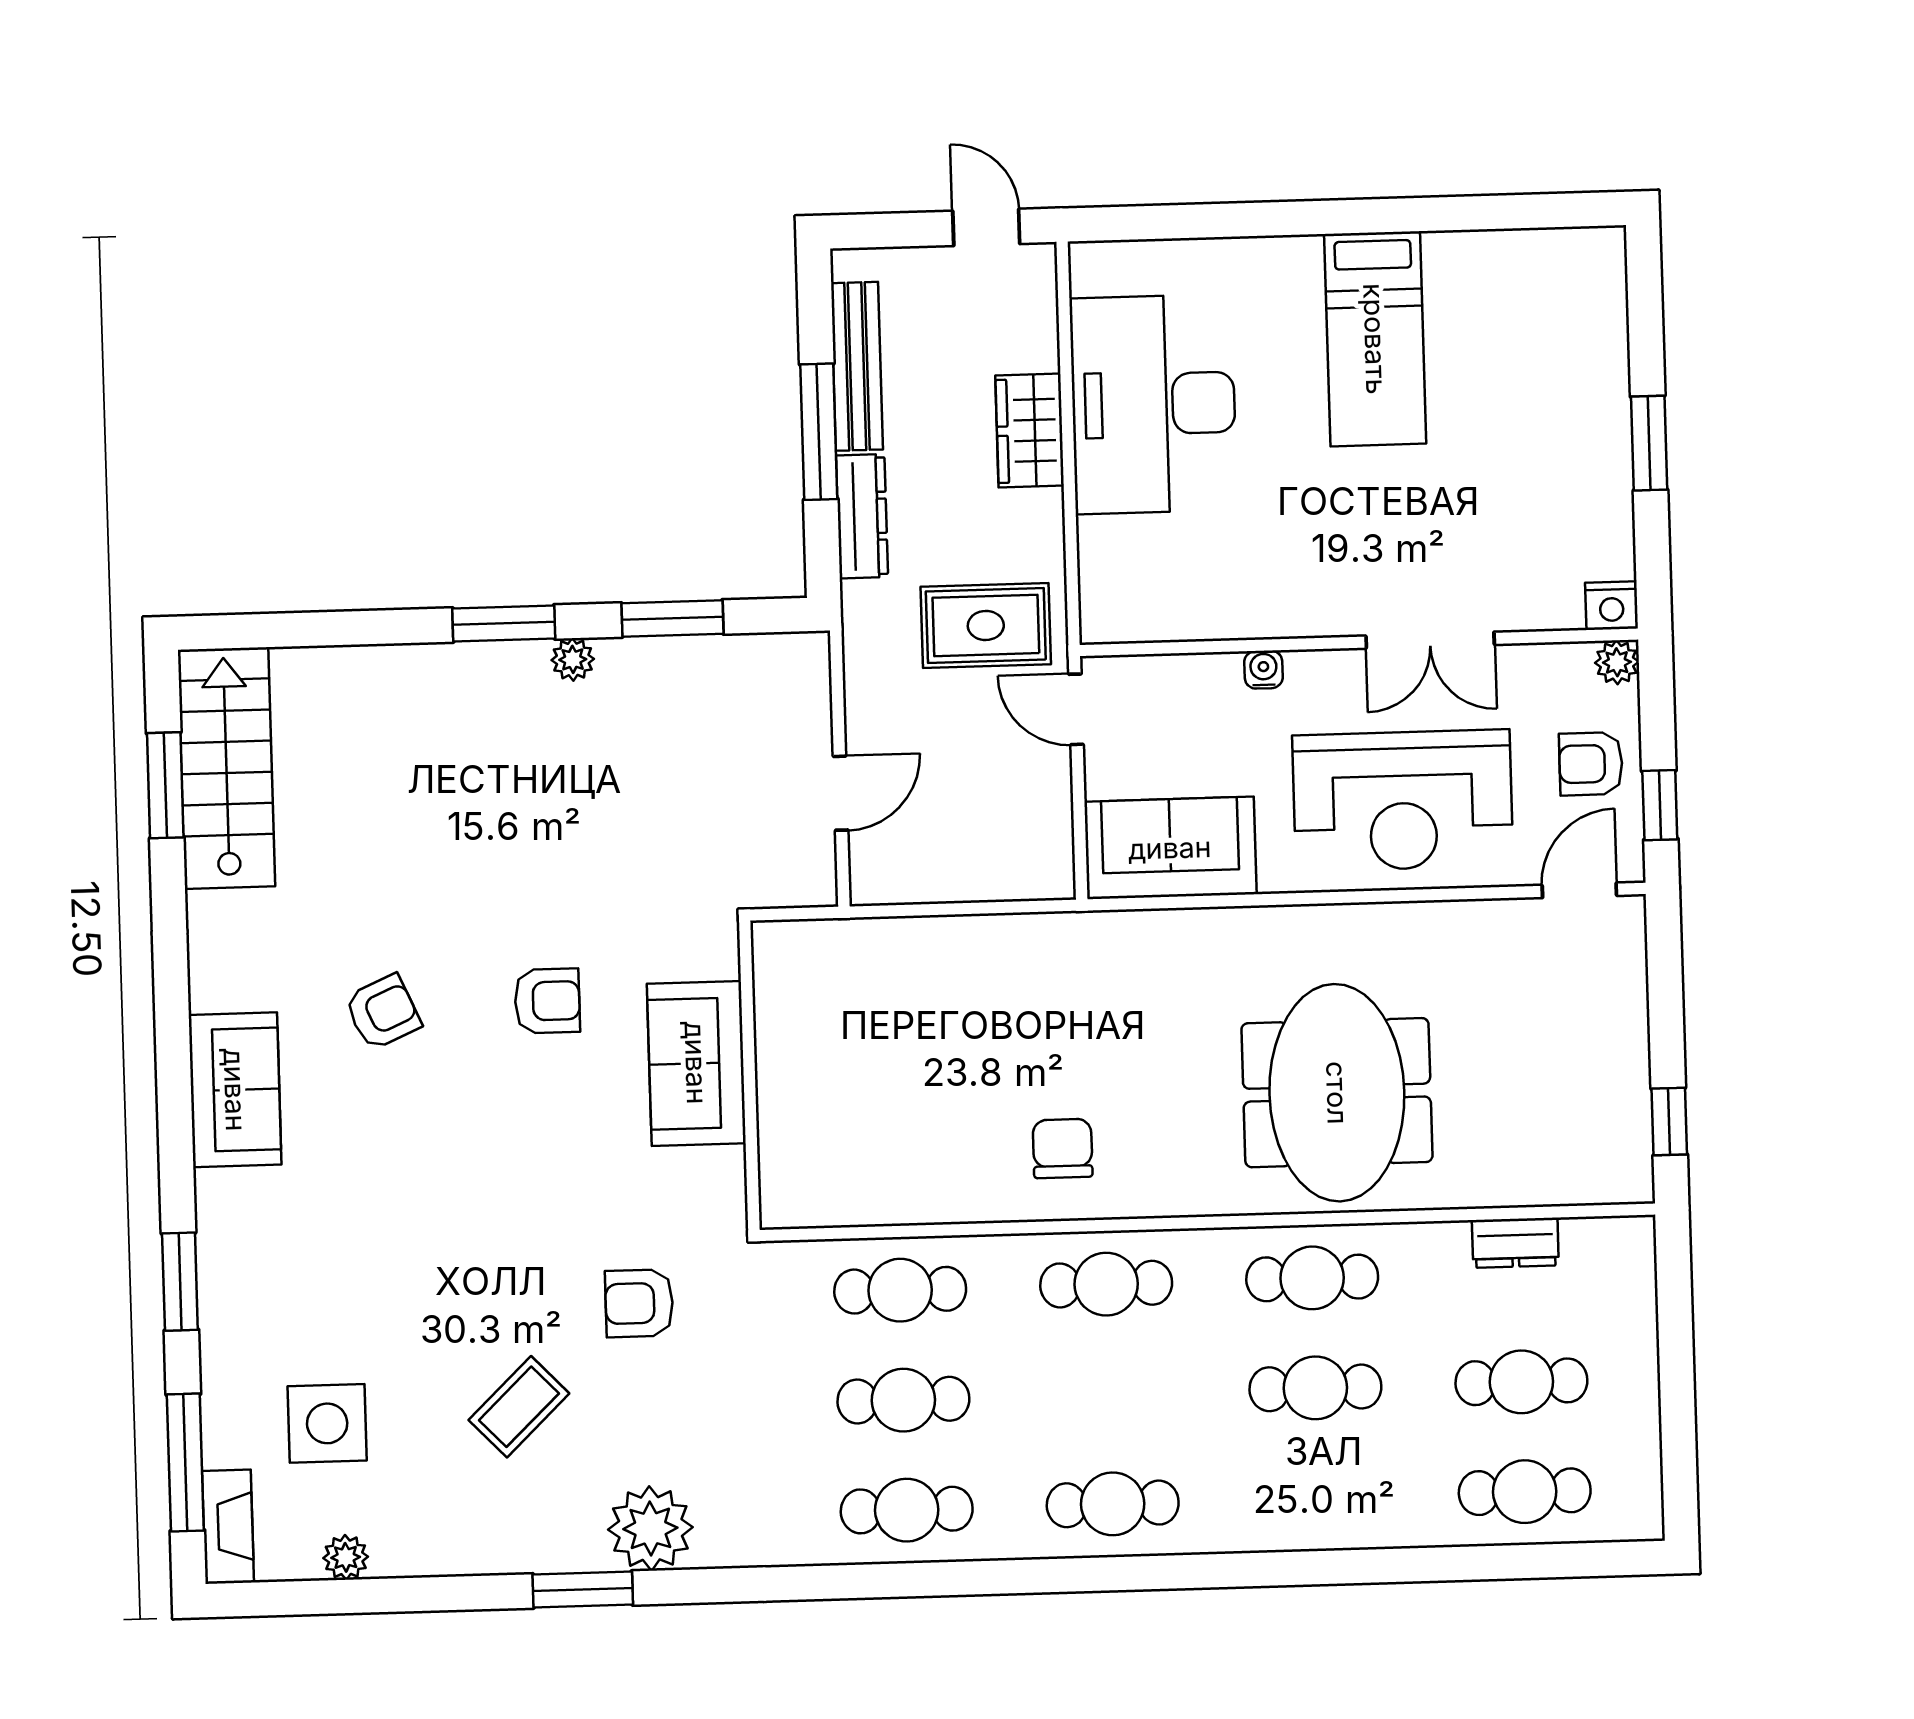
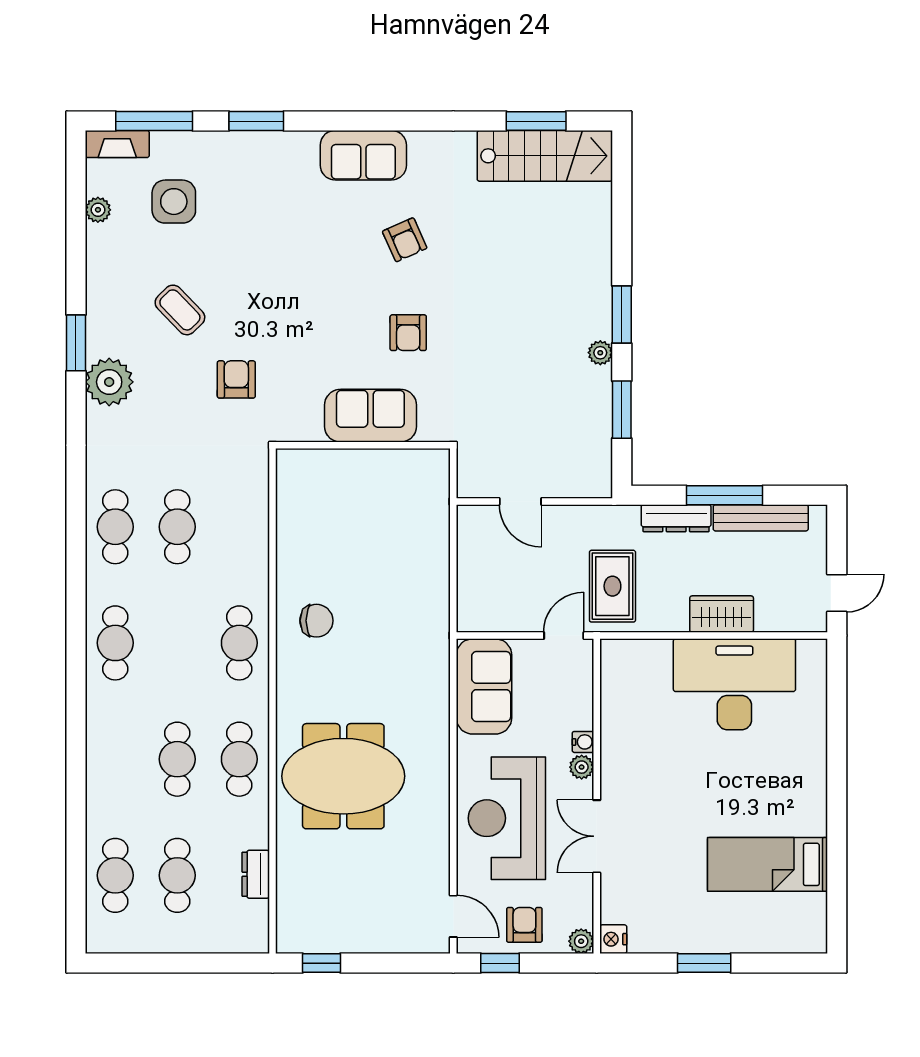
bed: (1375, 339) -> (768, 864), moved
plant: (1308, 671) -> (582, 767), added
cafe table: (900, 1290) -> (239, 527), removed

